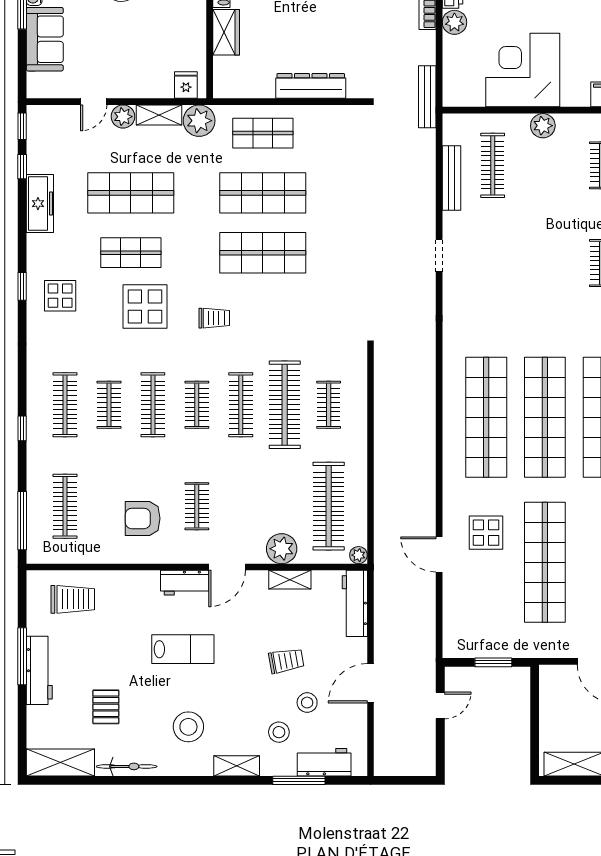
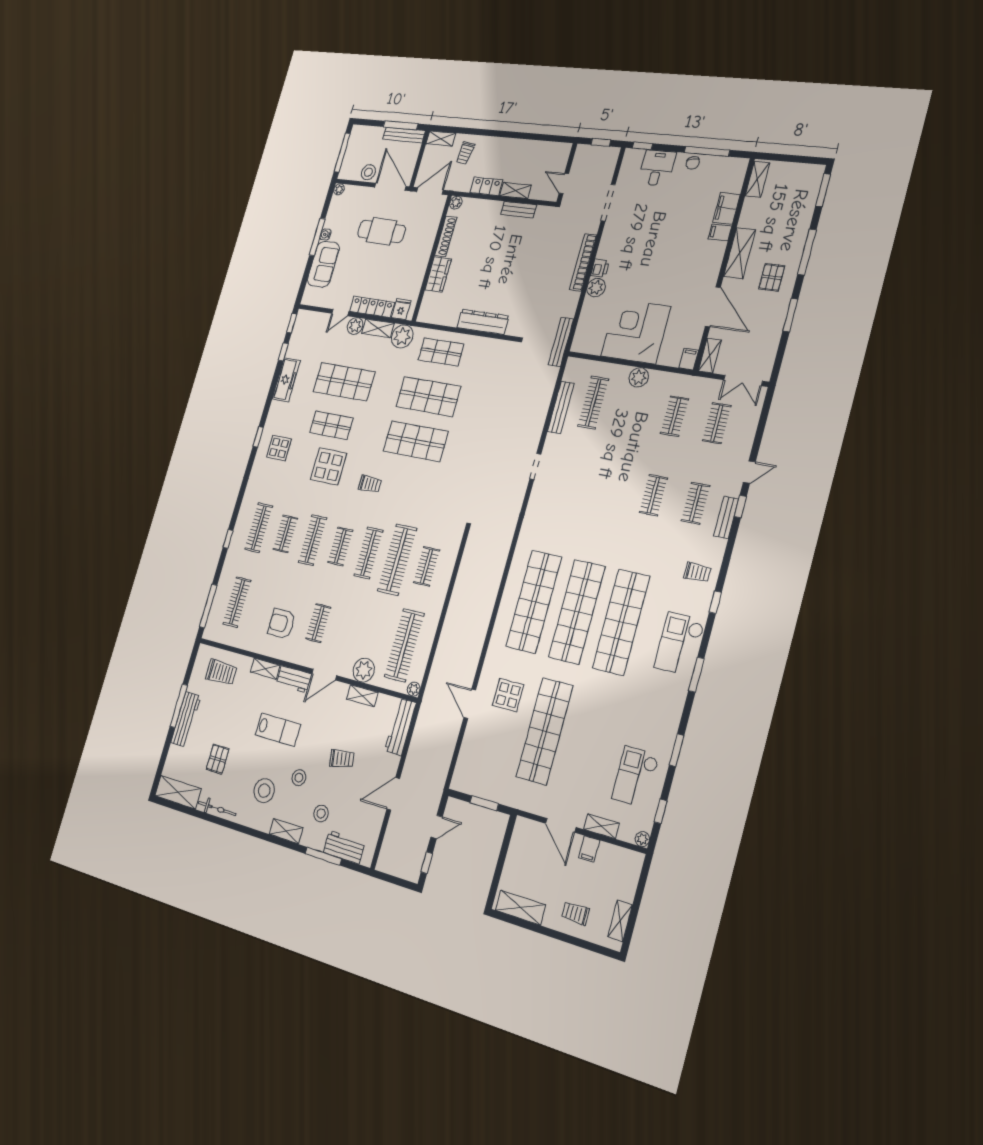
locker: (140, 88) -> (372, 307), added
shelving: (138, 580) -> (265, 669), added
stool: (307, 703) -> (299, 778), moved
window: (440, 749) -> (427, 863), added

